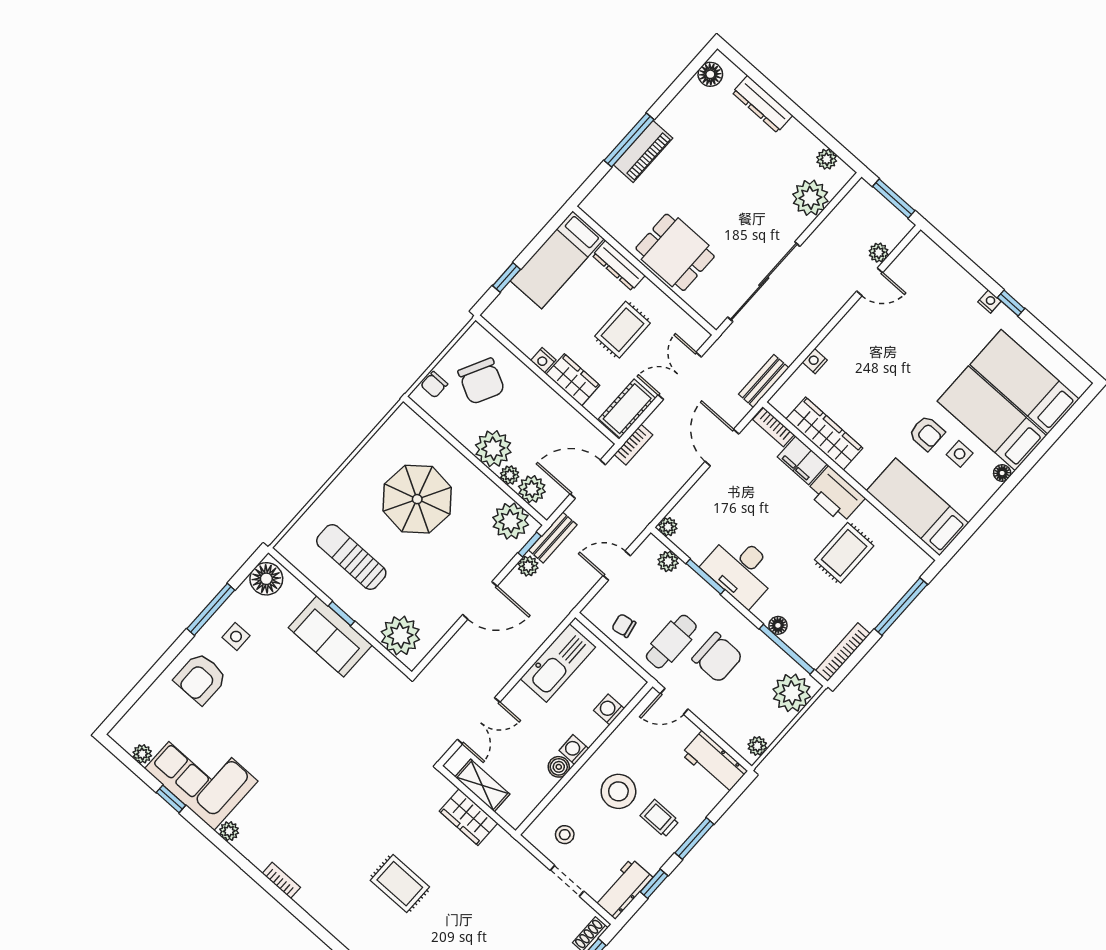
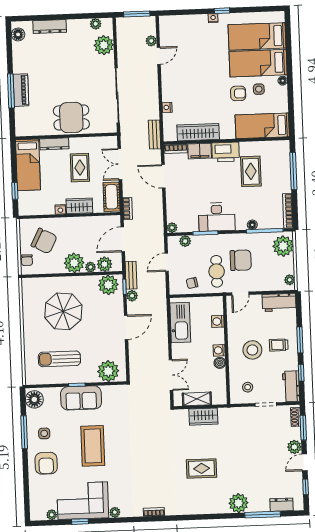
coffee table: (284, 715) -> (93, 446), added

